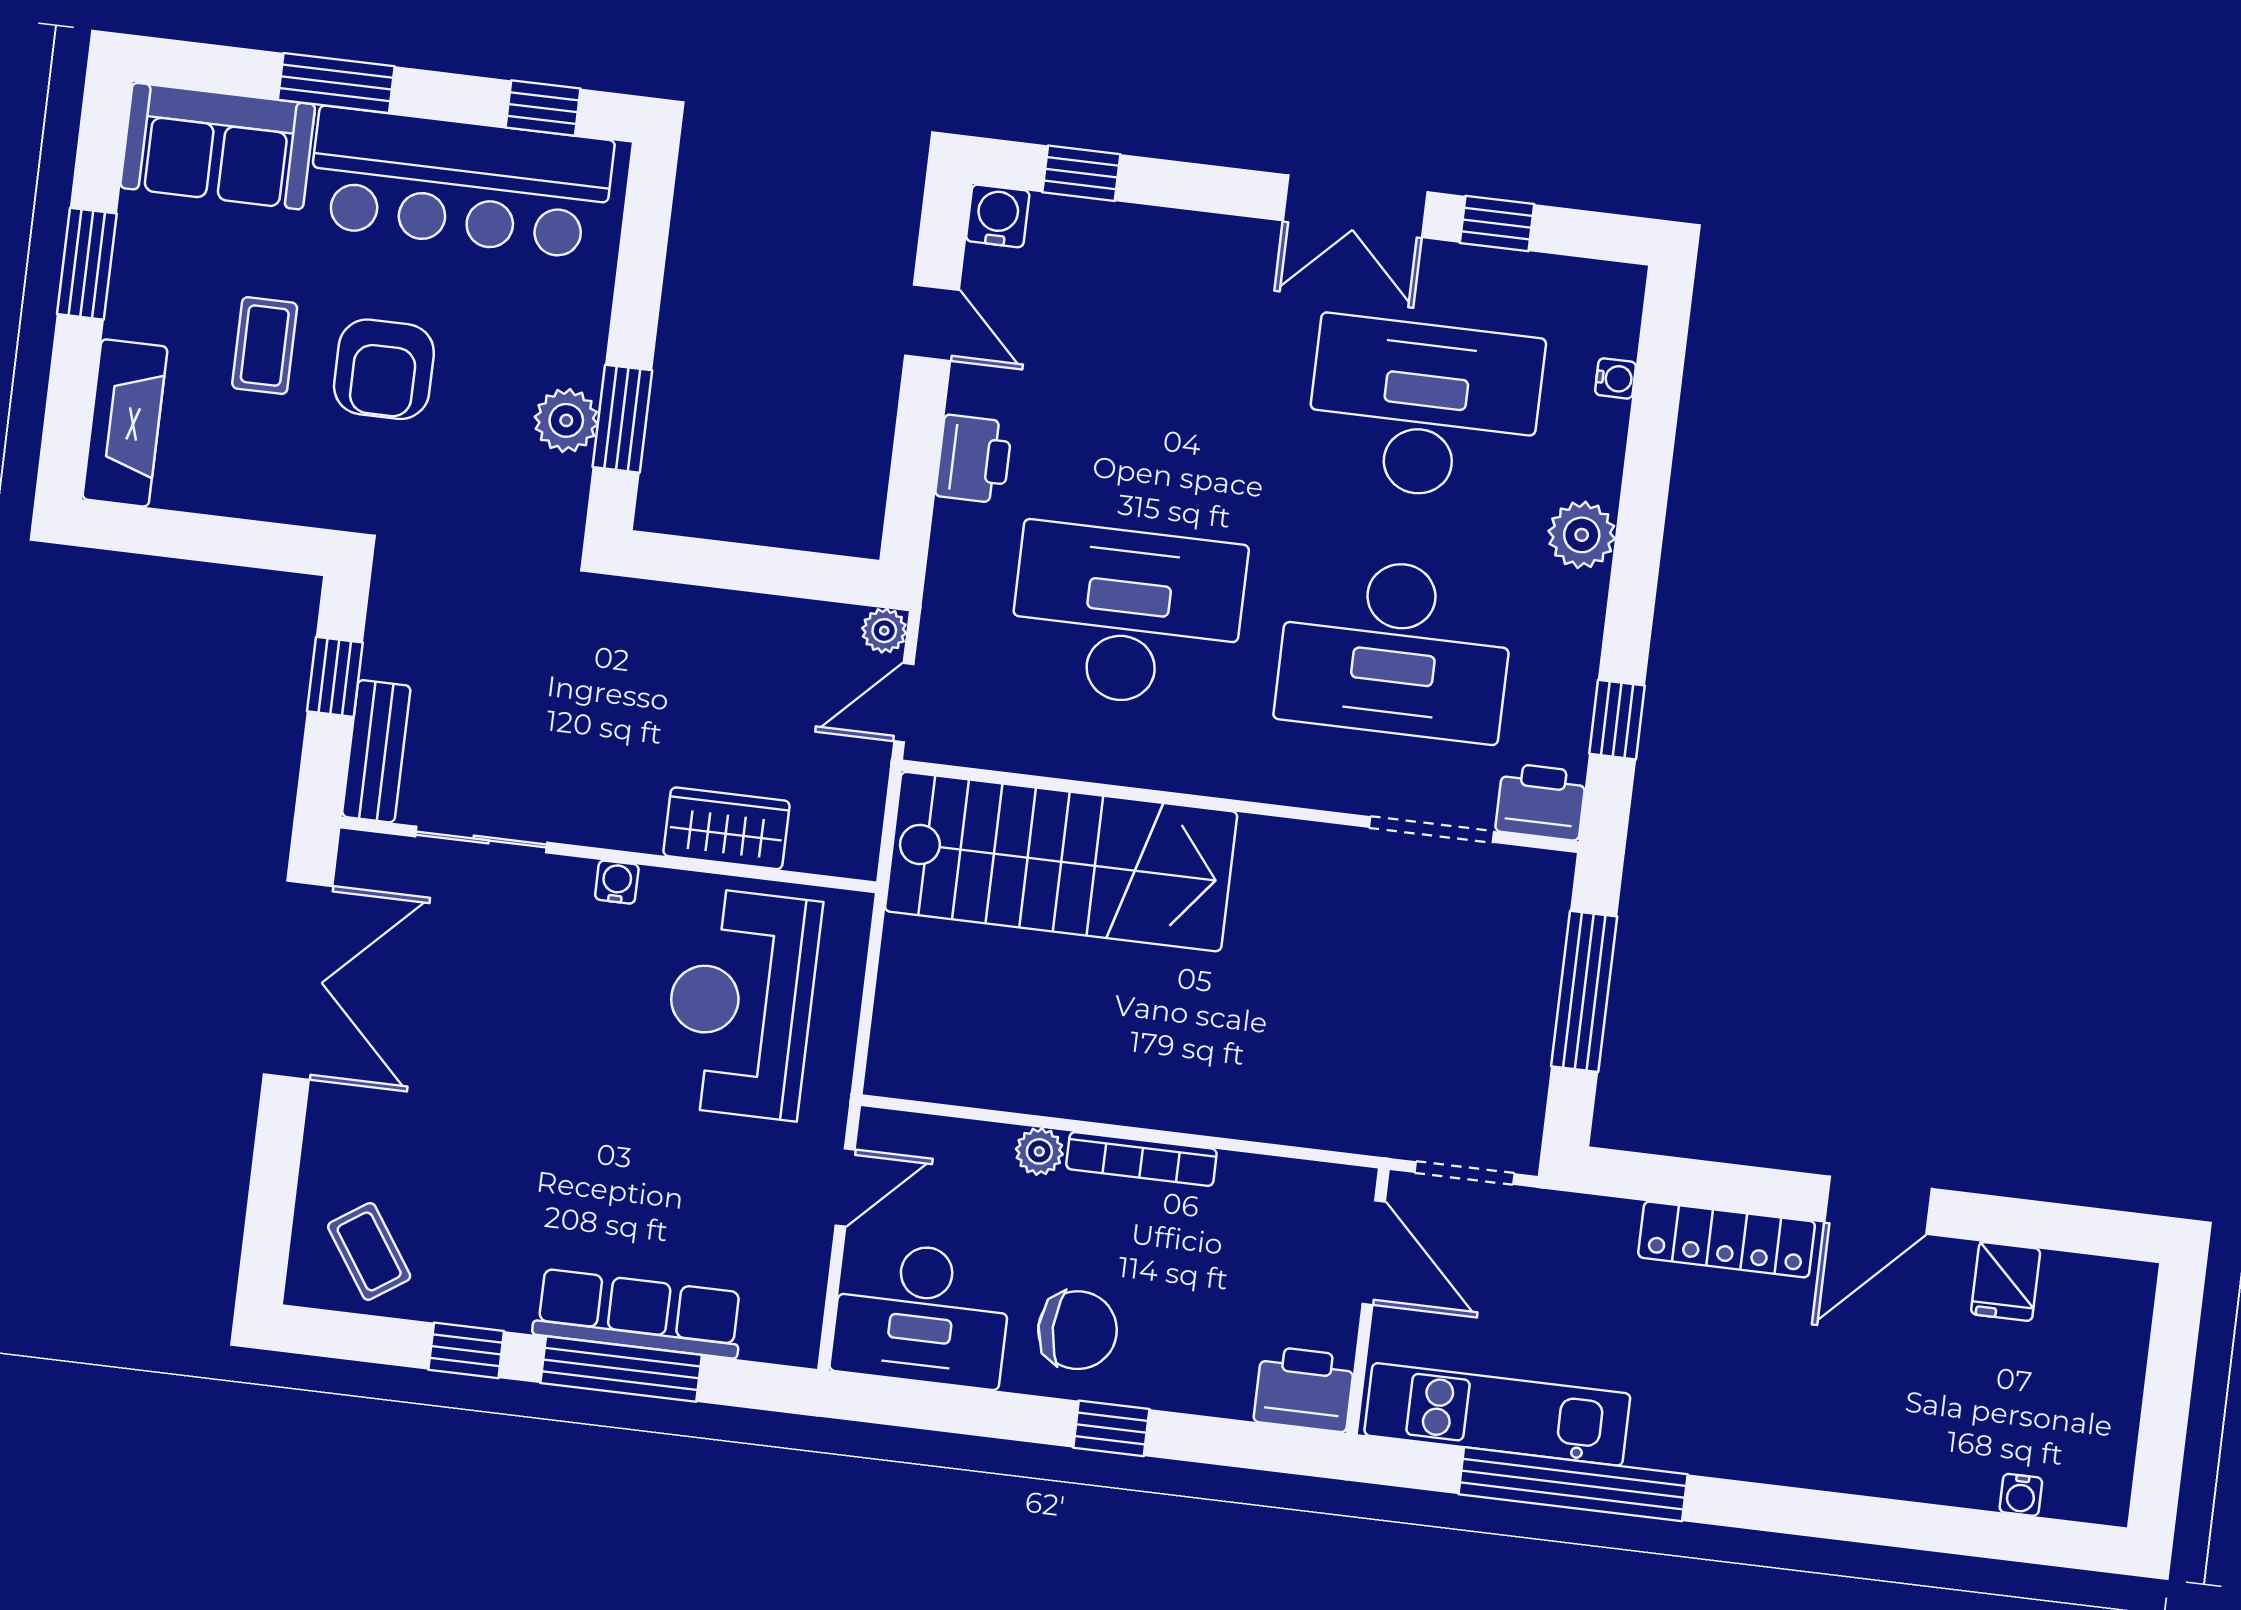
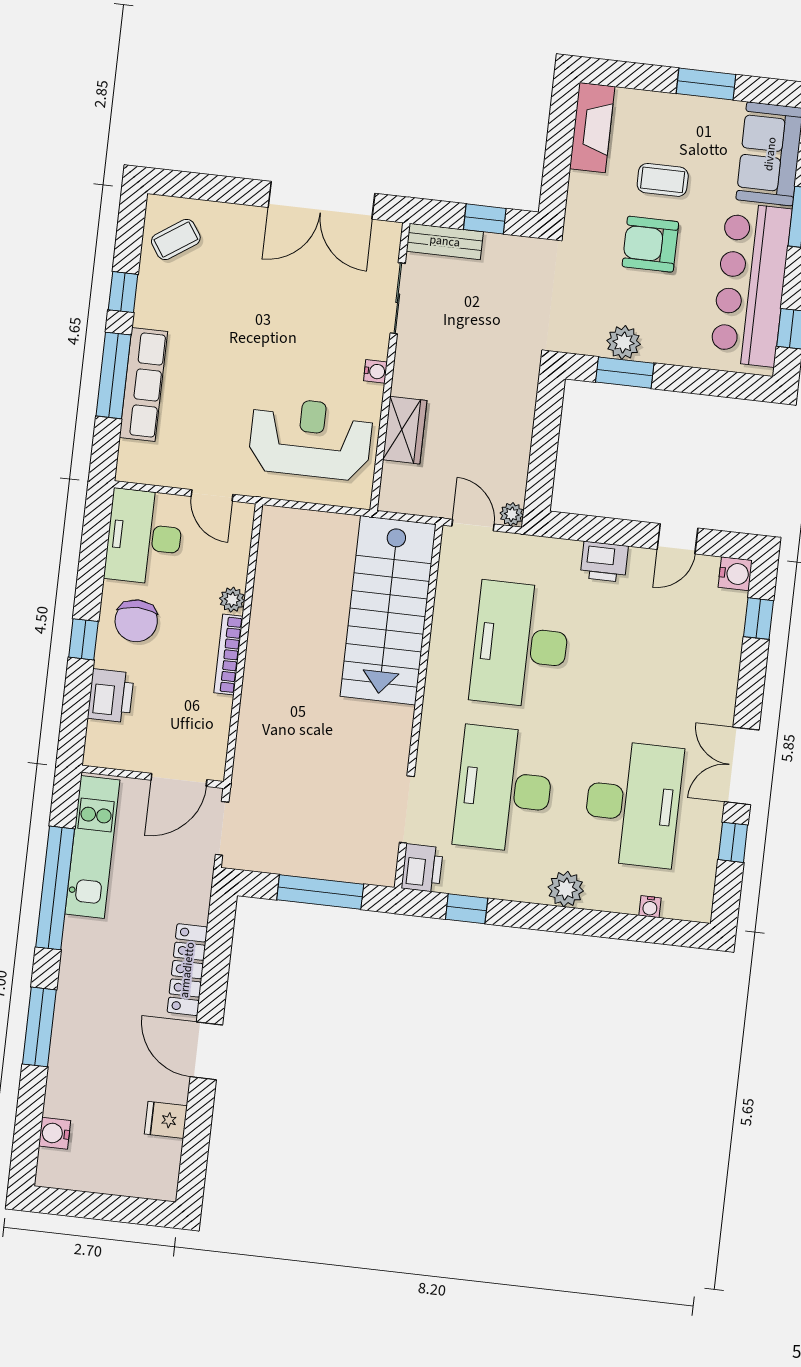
fireplace: (125, 423) -> (592, 128), moved, turned -90
desk: (1127, 616) -> (521, 645), turned 180
printer: (1304, 1389) -> (111, 696), moved
water cooler: (2021, 1495) -> (55, 1133), width x1.38, depth x1.38
window: (1831, 1515) -> (39, 1027), added

